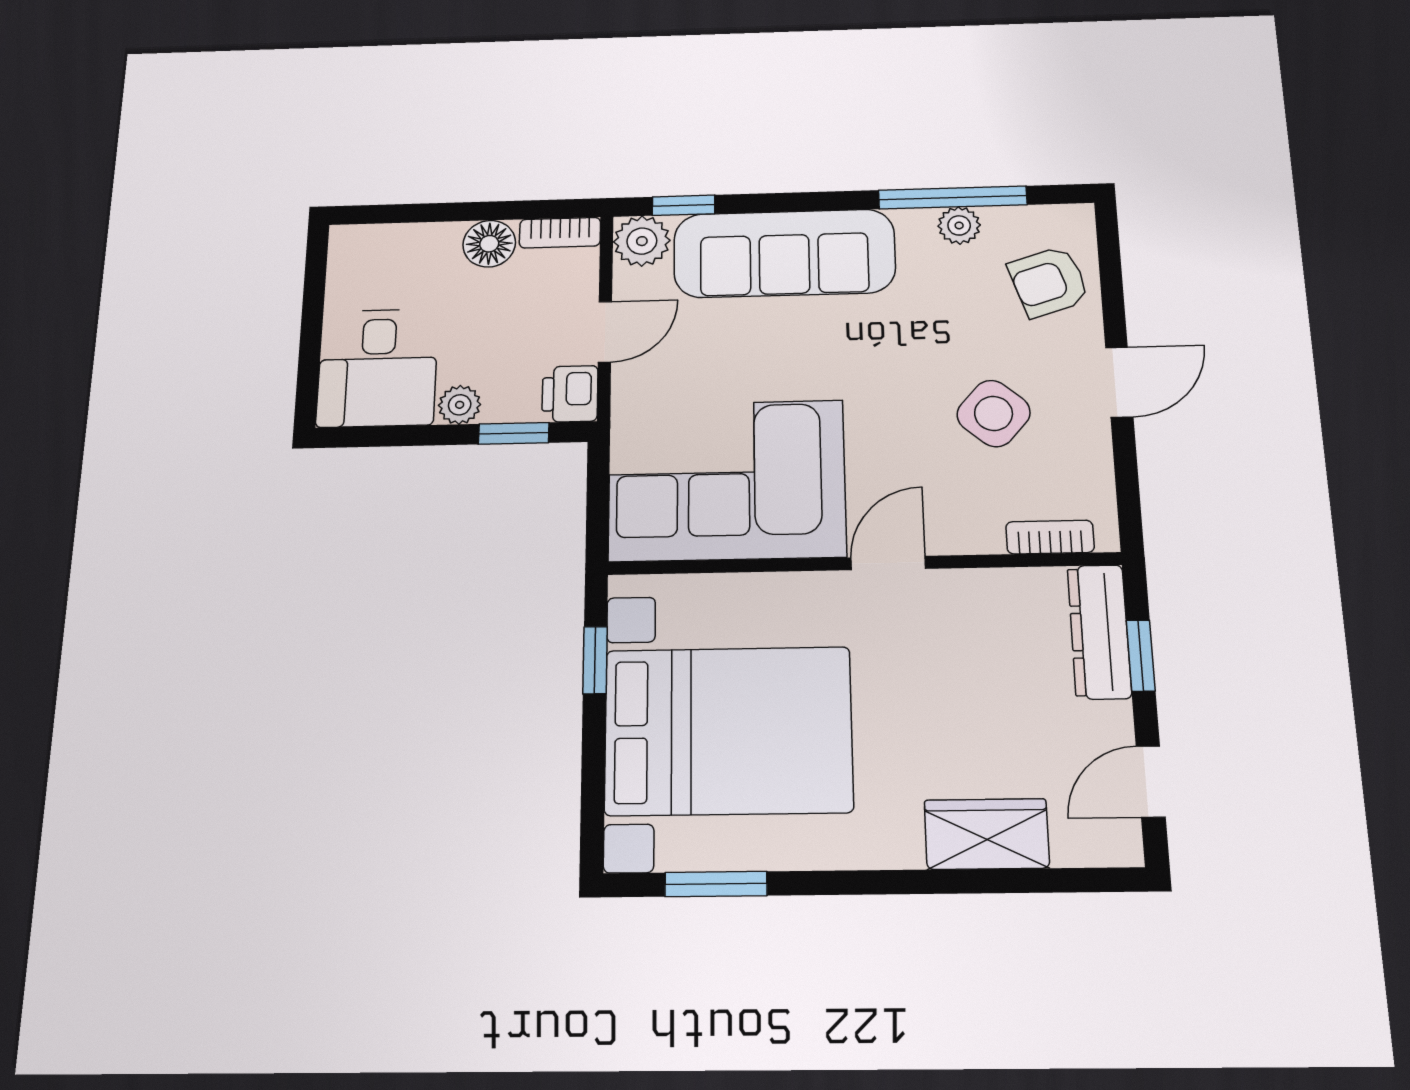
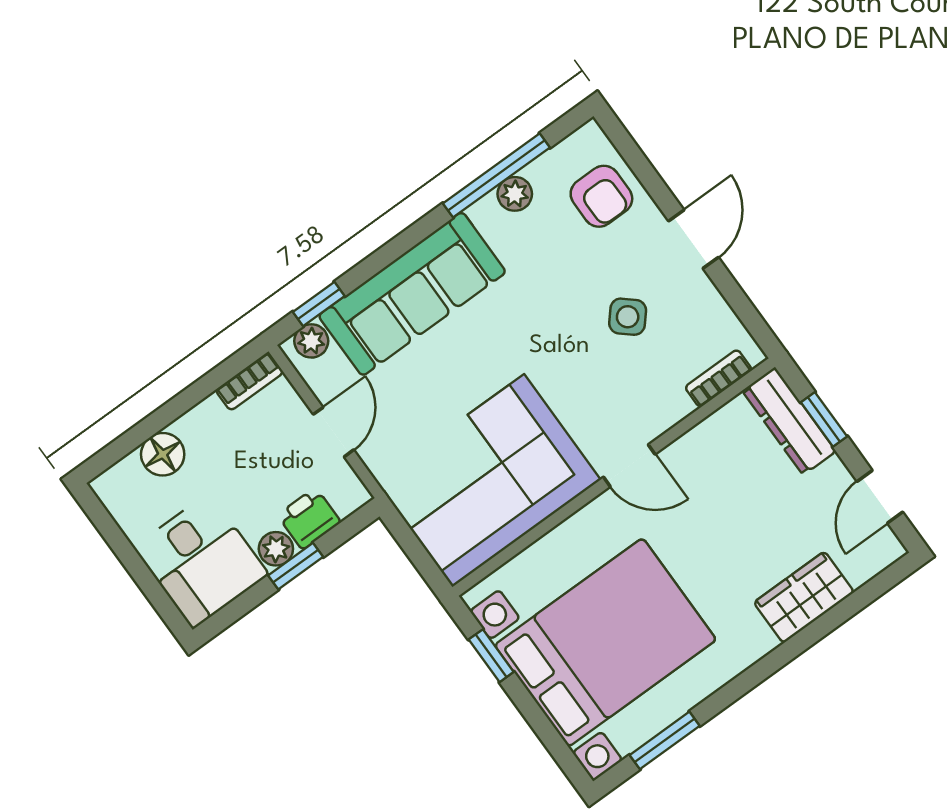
plant: (642, 241) -> (311, 341), width x0.73, depth x0.73
floor lamp: (489, 244) -> (163, 454), moved
armchair: (1049, 282) -> (601, 196), turned -72
printer: (570, 394) -> (309, 519), moved, turned 90
side table: (994, 413) -> (628, 317), width x0.73, depth x0.73
window: (514, 433) -> (296, 566), moved
door: (888, 563) -> (629, 466), swing flipped

